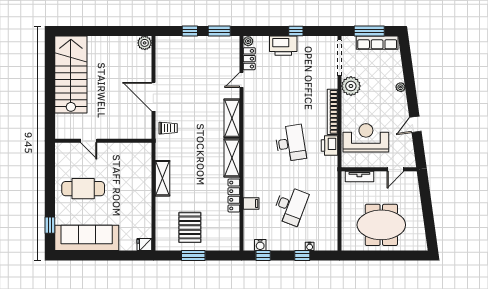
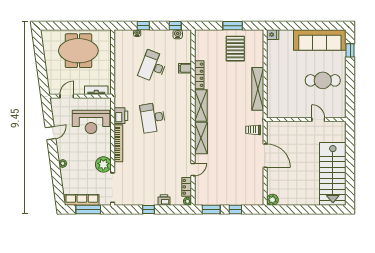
printer: (283, 46) -> (164, 200), width x0.53, depth x0.68
shelving: (162, 178) -> (258, 89), width x1.47

